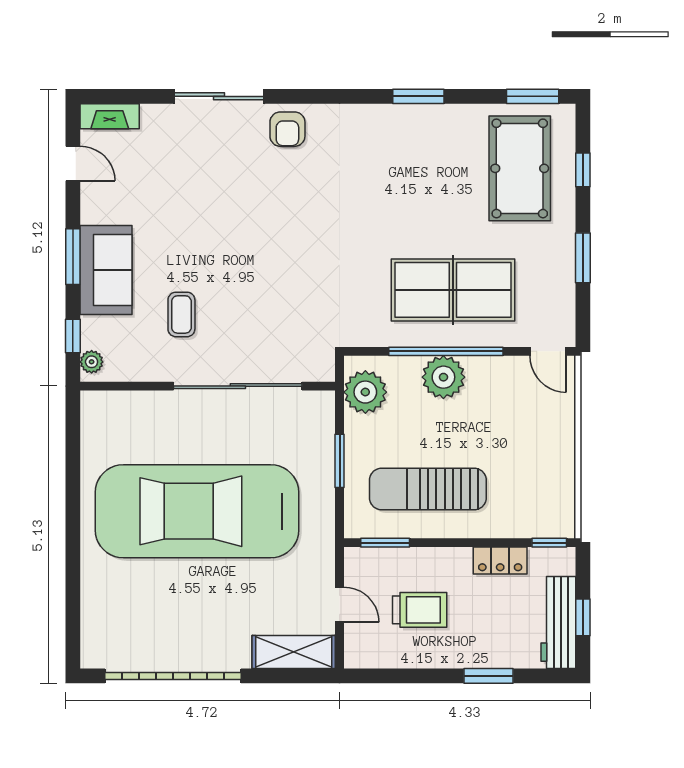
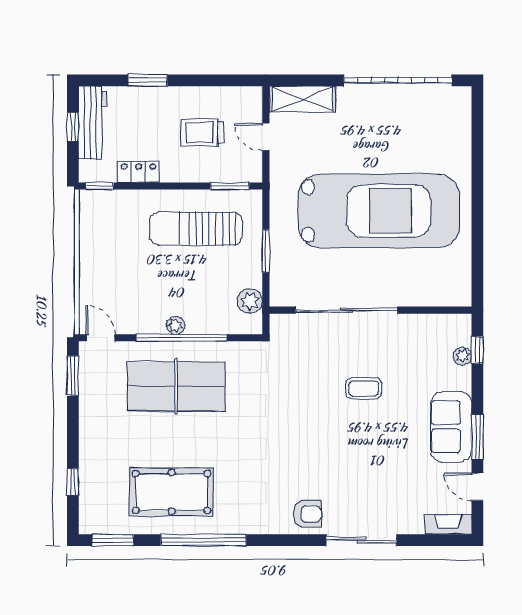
window: (418, 96) -> (203, 540), width x2.11
armchair: (287, 129) -> (307, 514), turned 90
pool table: (520, 168) -> (172, 492), moved, turned 90
window: (73, 257) -> (477, 437), moved
window: (583, 258) -> (73, 376), moved
sofa: (106, 270) -> (451, 427), moved
coffee table: (181, 314) -> (364, 388), moved, turned 90
plant: (92, 362) -> (463, 356), moved
plant: (443, 377) -> (176, 325), width x0.53, depth x0.53
plant: (365, 392) -> (250, 301), width x0.73, depth x0.73
sun lounger: (428, 489) -> (196, 229), turned 180

